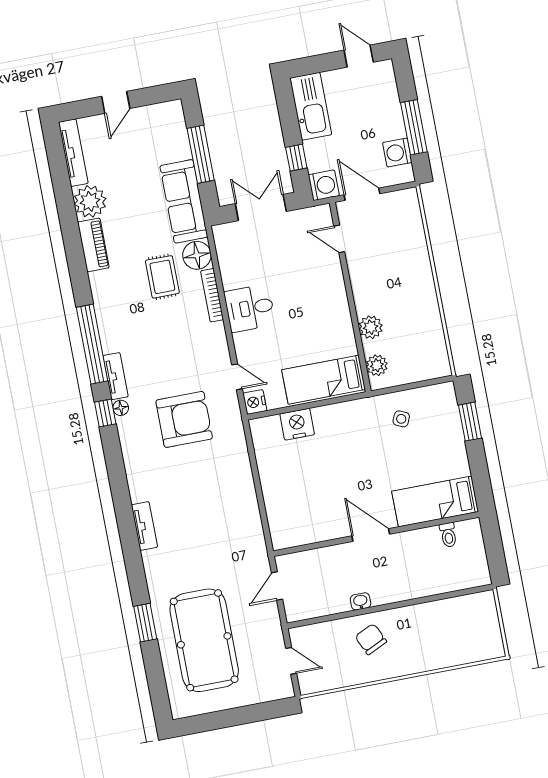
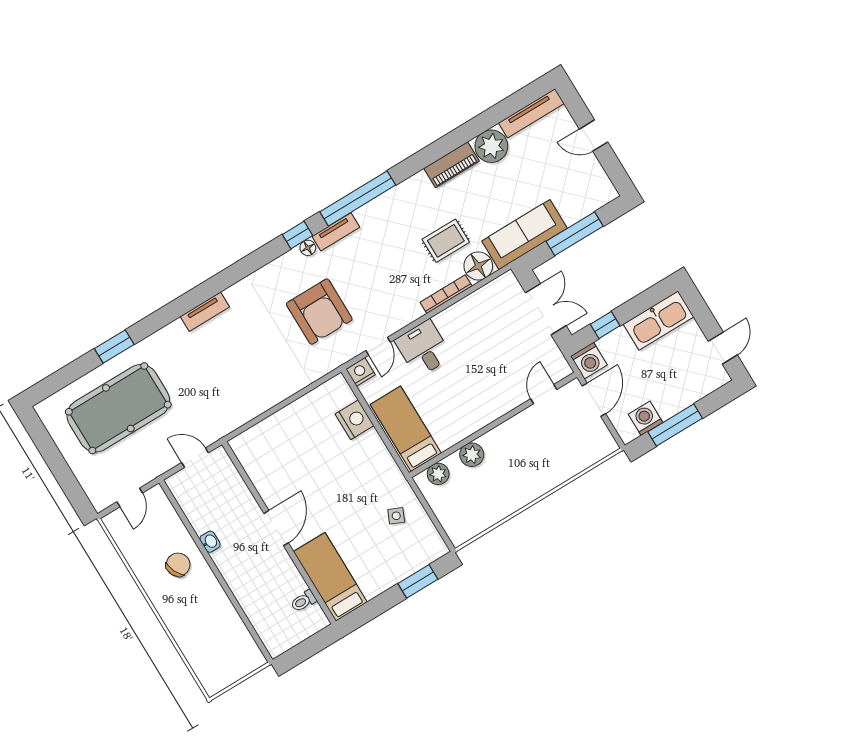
desk: (250, 308) -> (423, 349), moved

